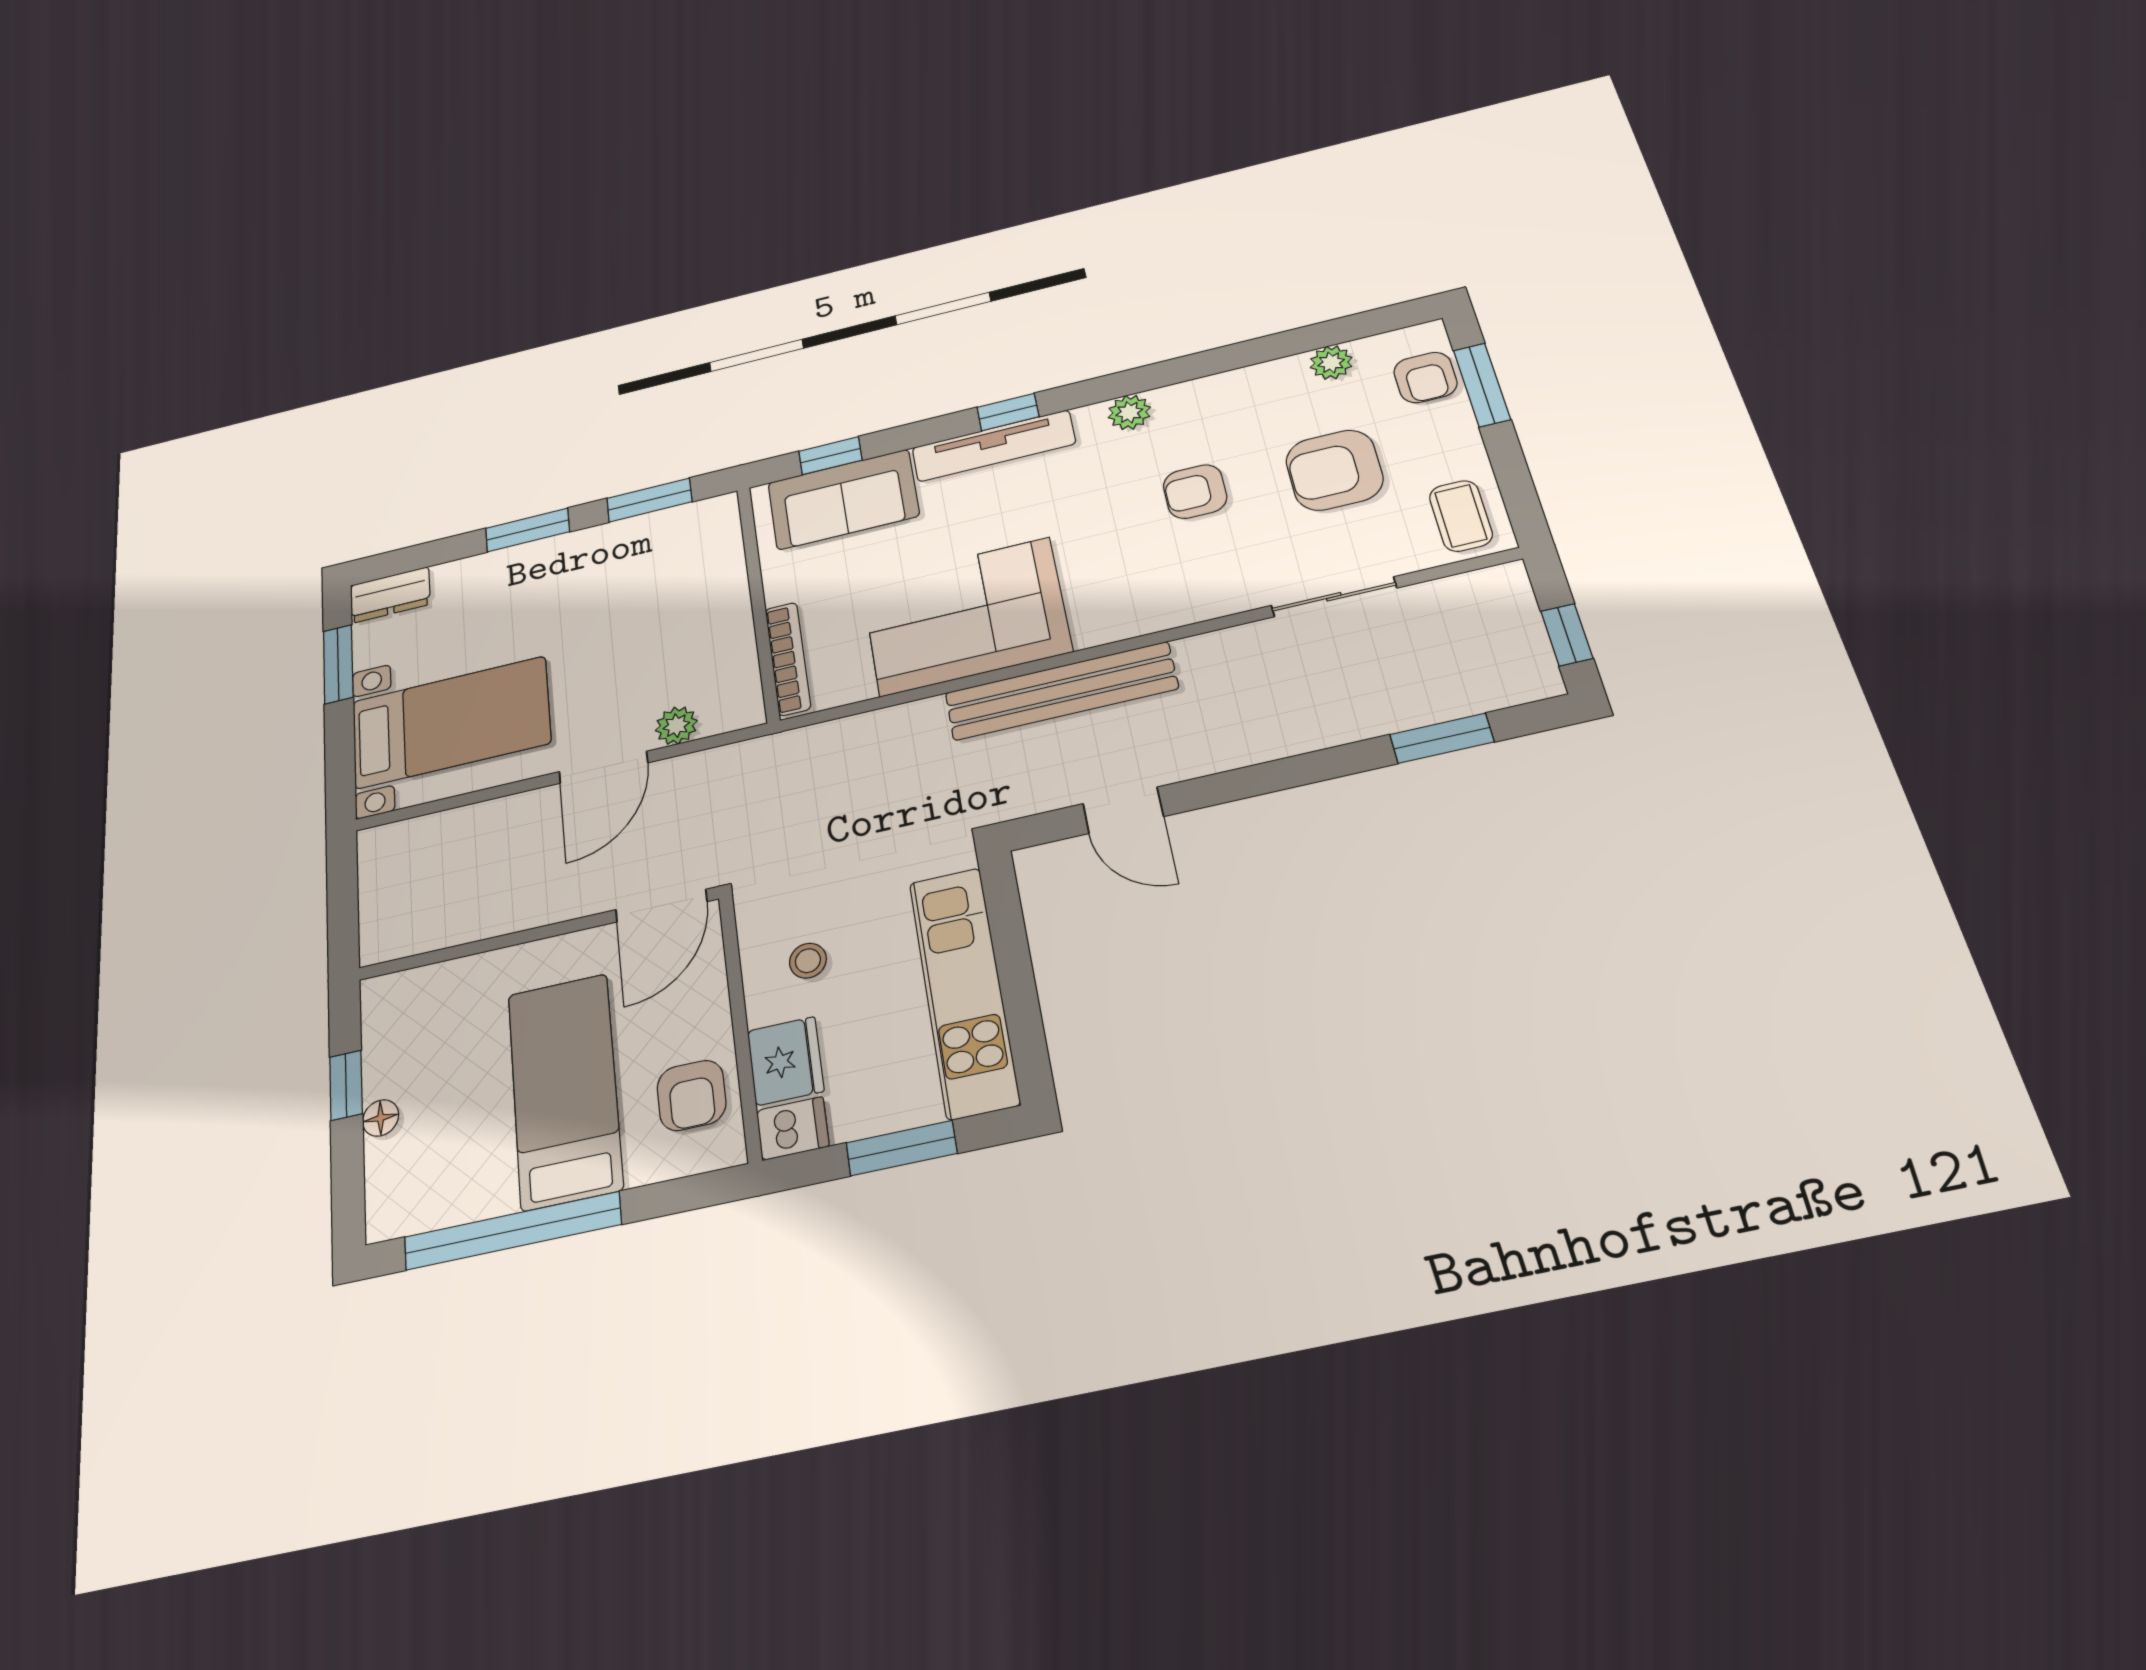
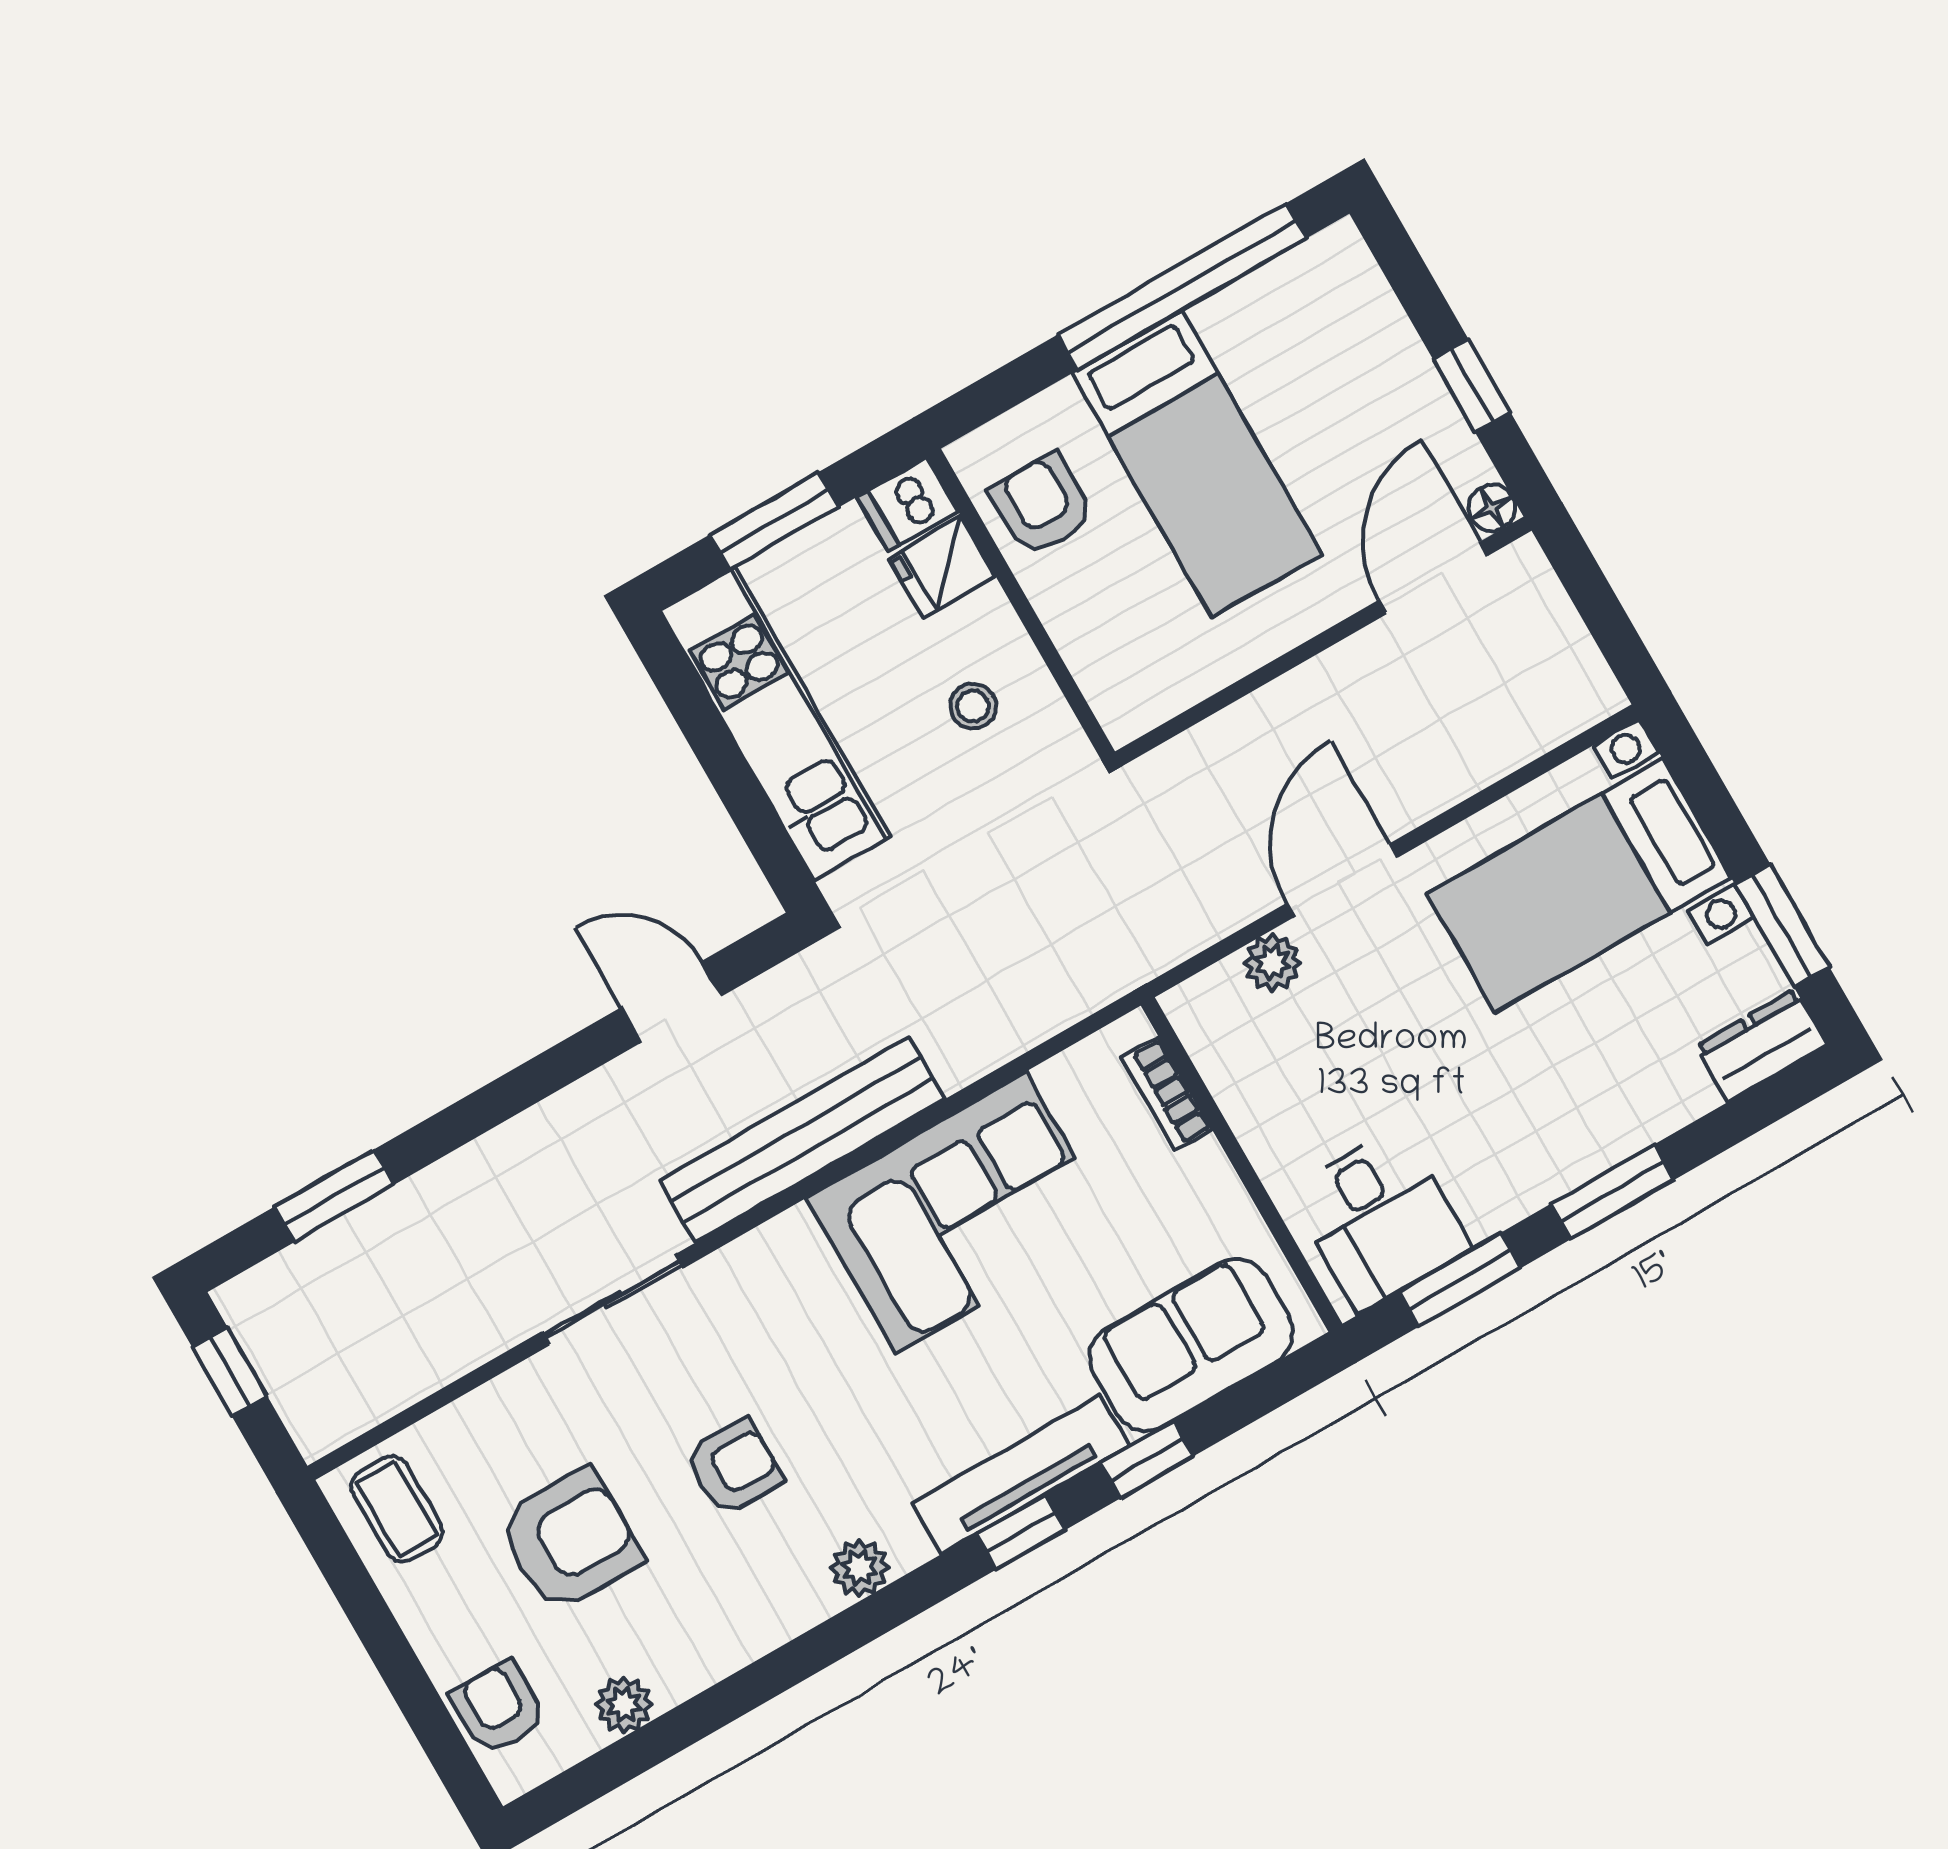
window: (1482, 385) -> (425, 1712), removed
window: (830, 456) -> (1147, 1460), moved
desk: (683, 548) -> (1379, 1219), added
sliding door: (1334, 597) -> (613, 1300), moved
bookcase: (788, 659) -> (1167, 1094), width x0.64
door: (661, 906) -> (1433, 578), moved
fridge: (785, 1061) -> (942, 567), width x0.72
floor lamp: (381, 1118) -> (1492, 508), moved

